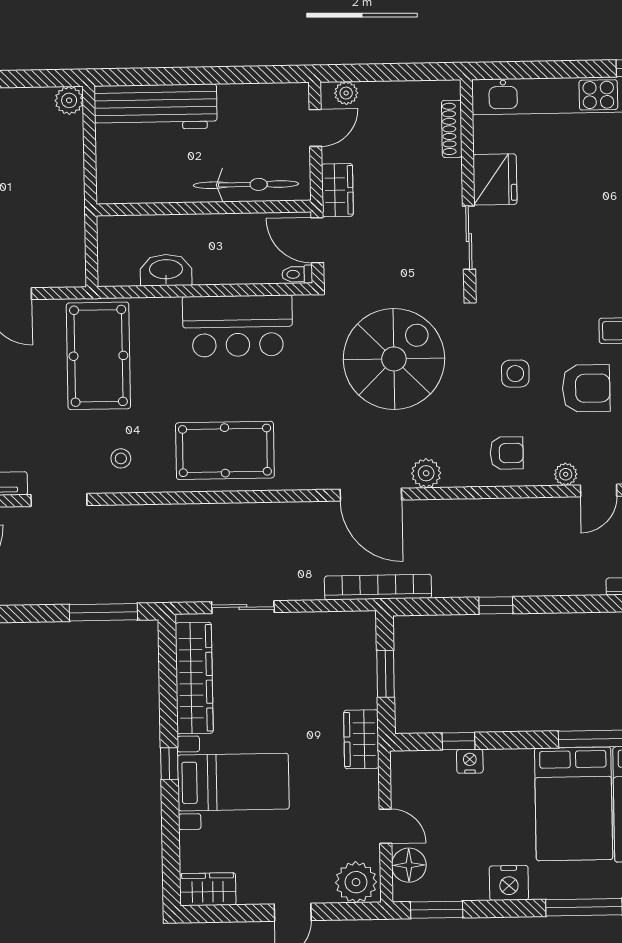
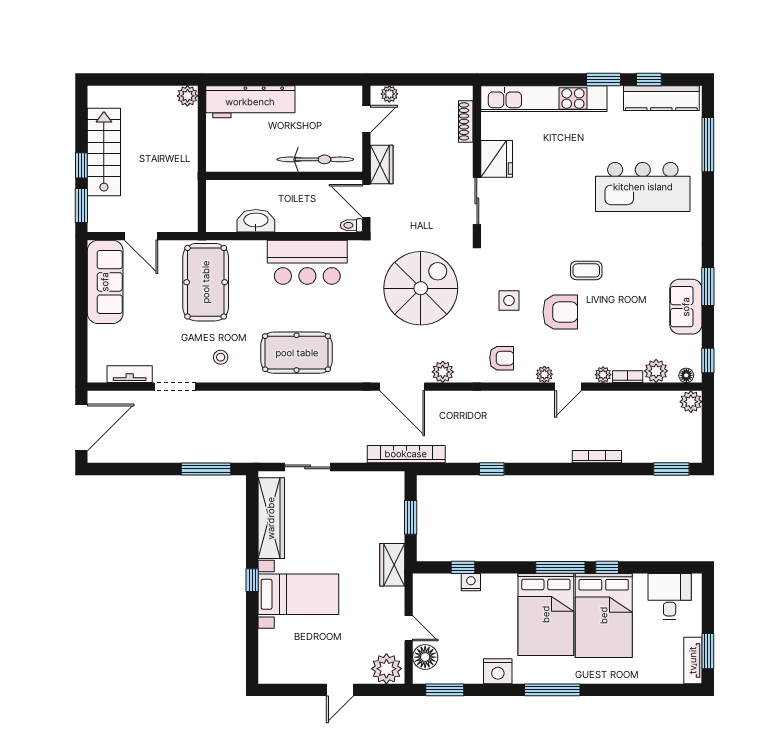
wardrobe: (208, 889) -> (278, 672), removed

